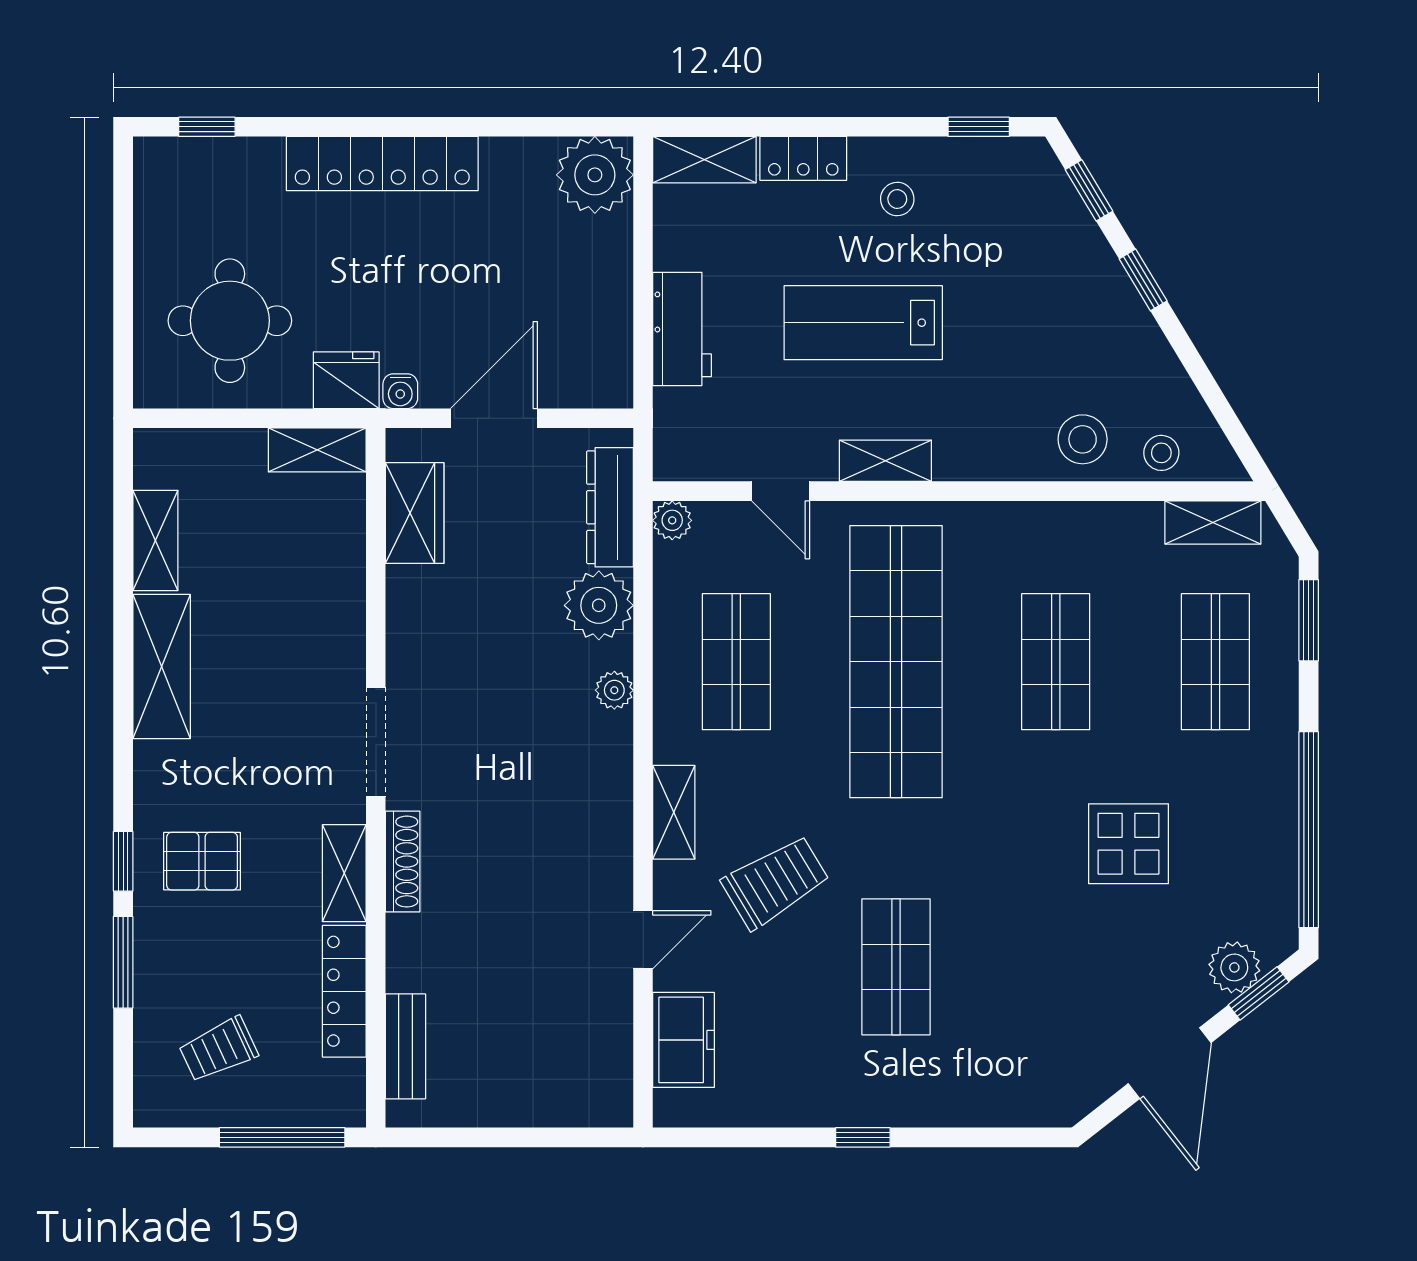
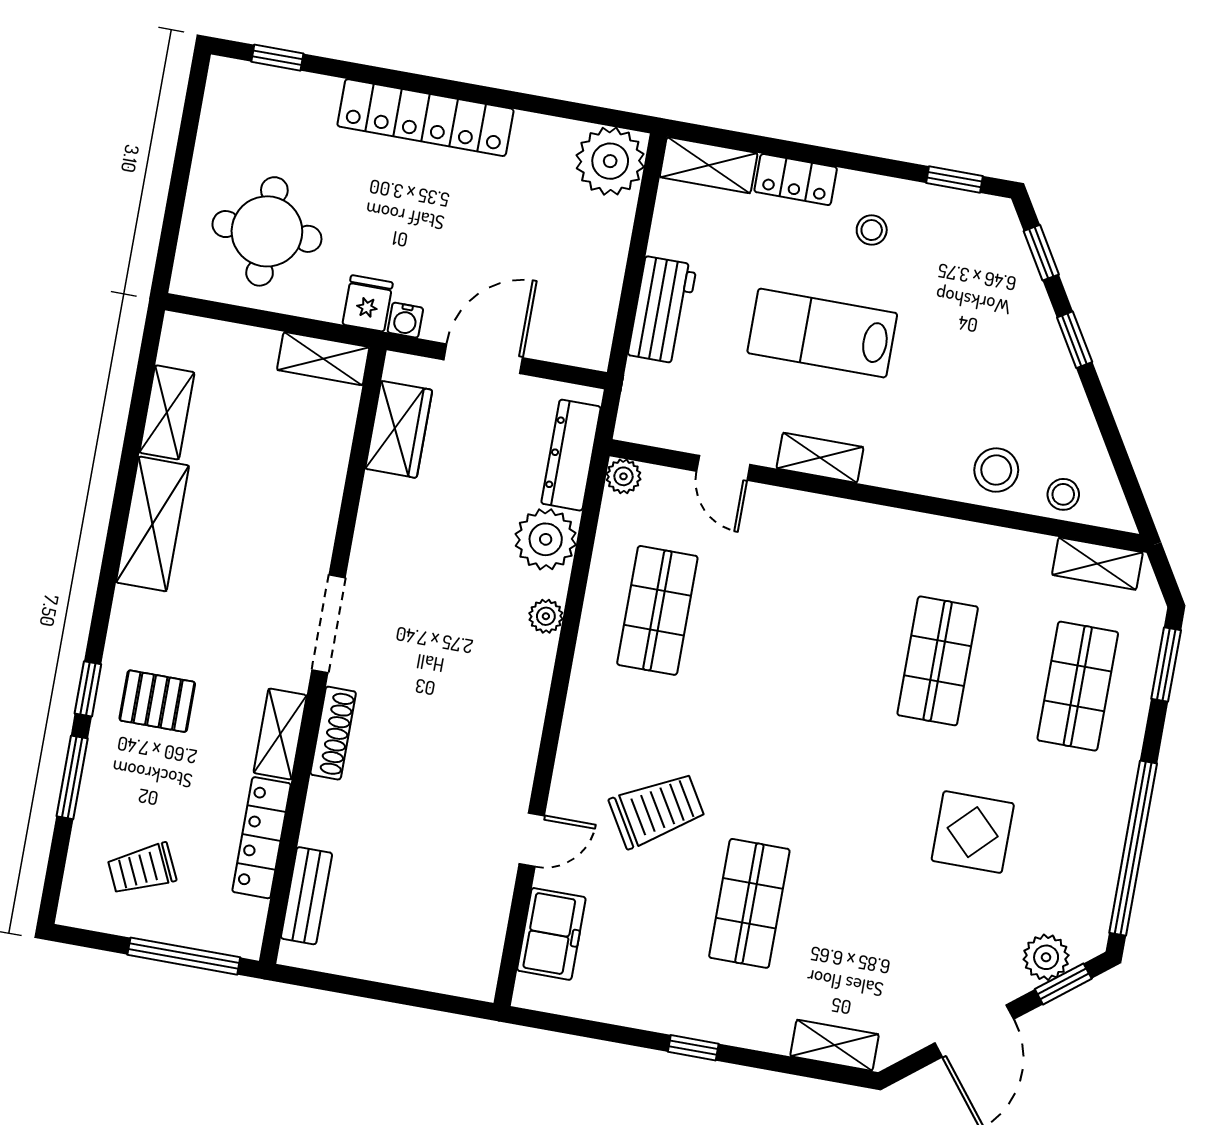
fridge: (346, 380) -> (368, 303), width x0.72
shop shelf: (896, 662) -> (798, 636), removed
shelving: (674, 812) -> (835, 1045), moved, turned 90

